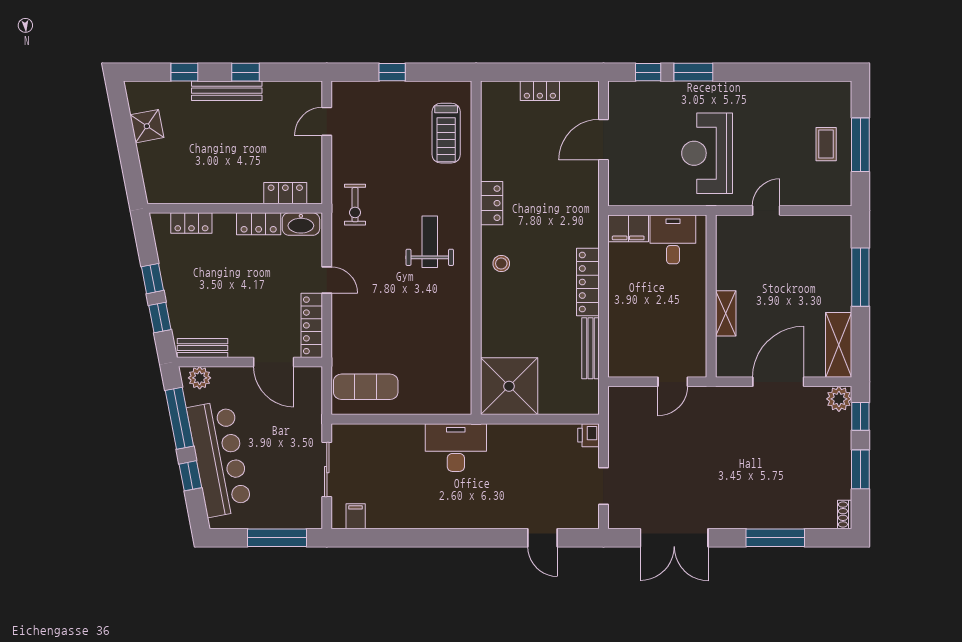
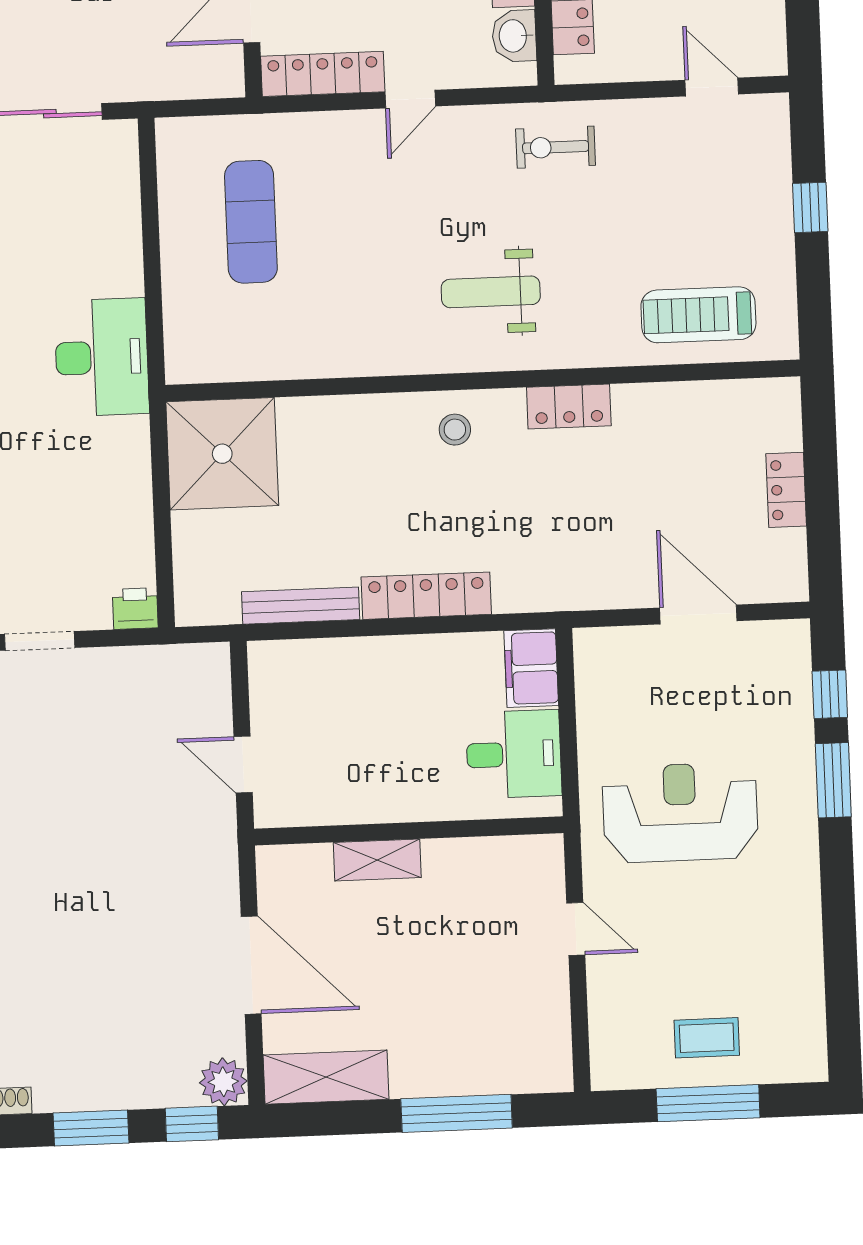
washbasin: (301, 224) -> (514, 36), width x0.72
weight bench: (430, 242) -> (491, 292), turned 180
exercise mat: (366, 387) -> (251, 222), moved

